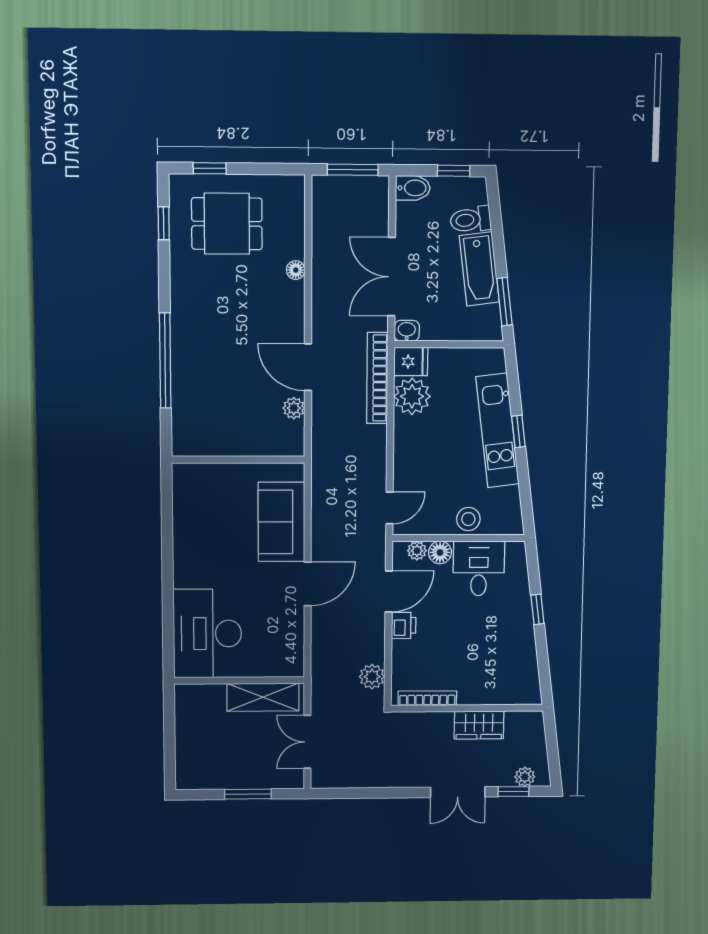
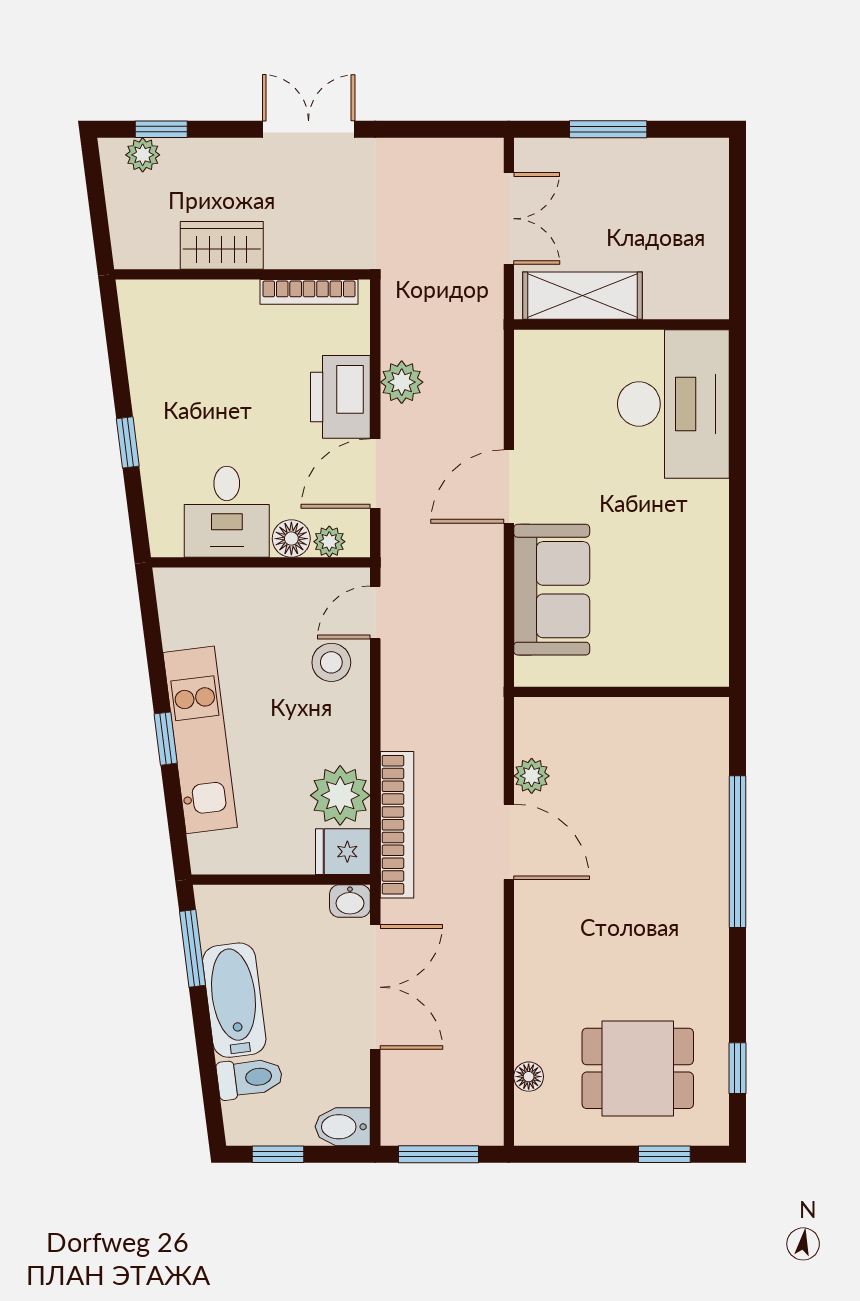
floor lamp: (296, 270) -> (529, 1077), moved
stool: (468, 519) -> (331, 662), moved
printer: (404, 625) -> (340, 397), width x1.87, depth x1.48
plant: (372, 677) -> (402, 382), moved
double door: (458, 792) -> (309, 129), moved

